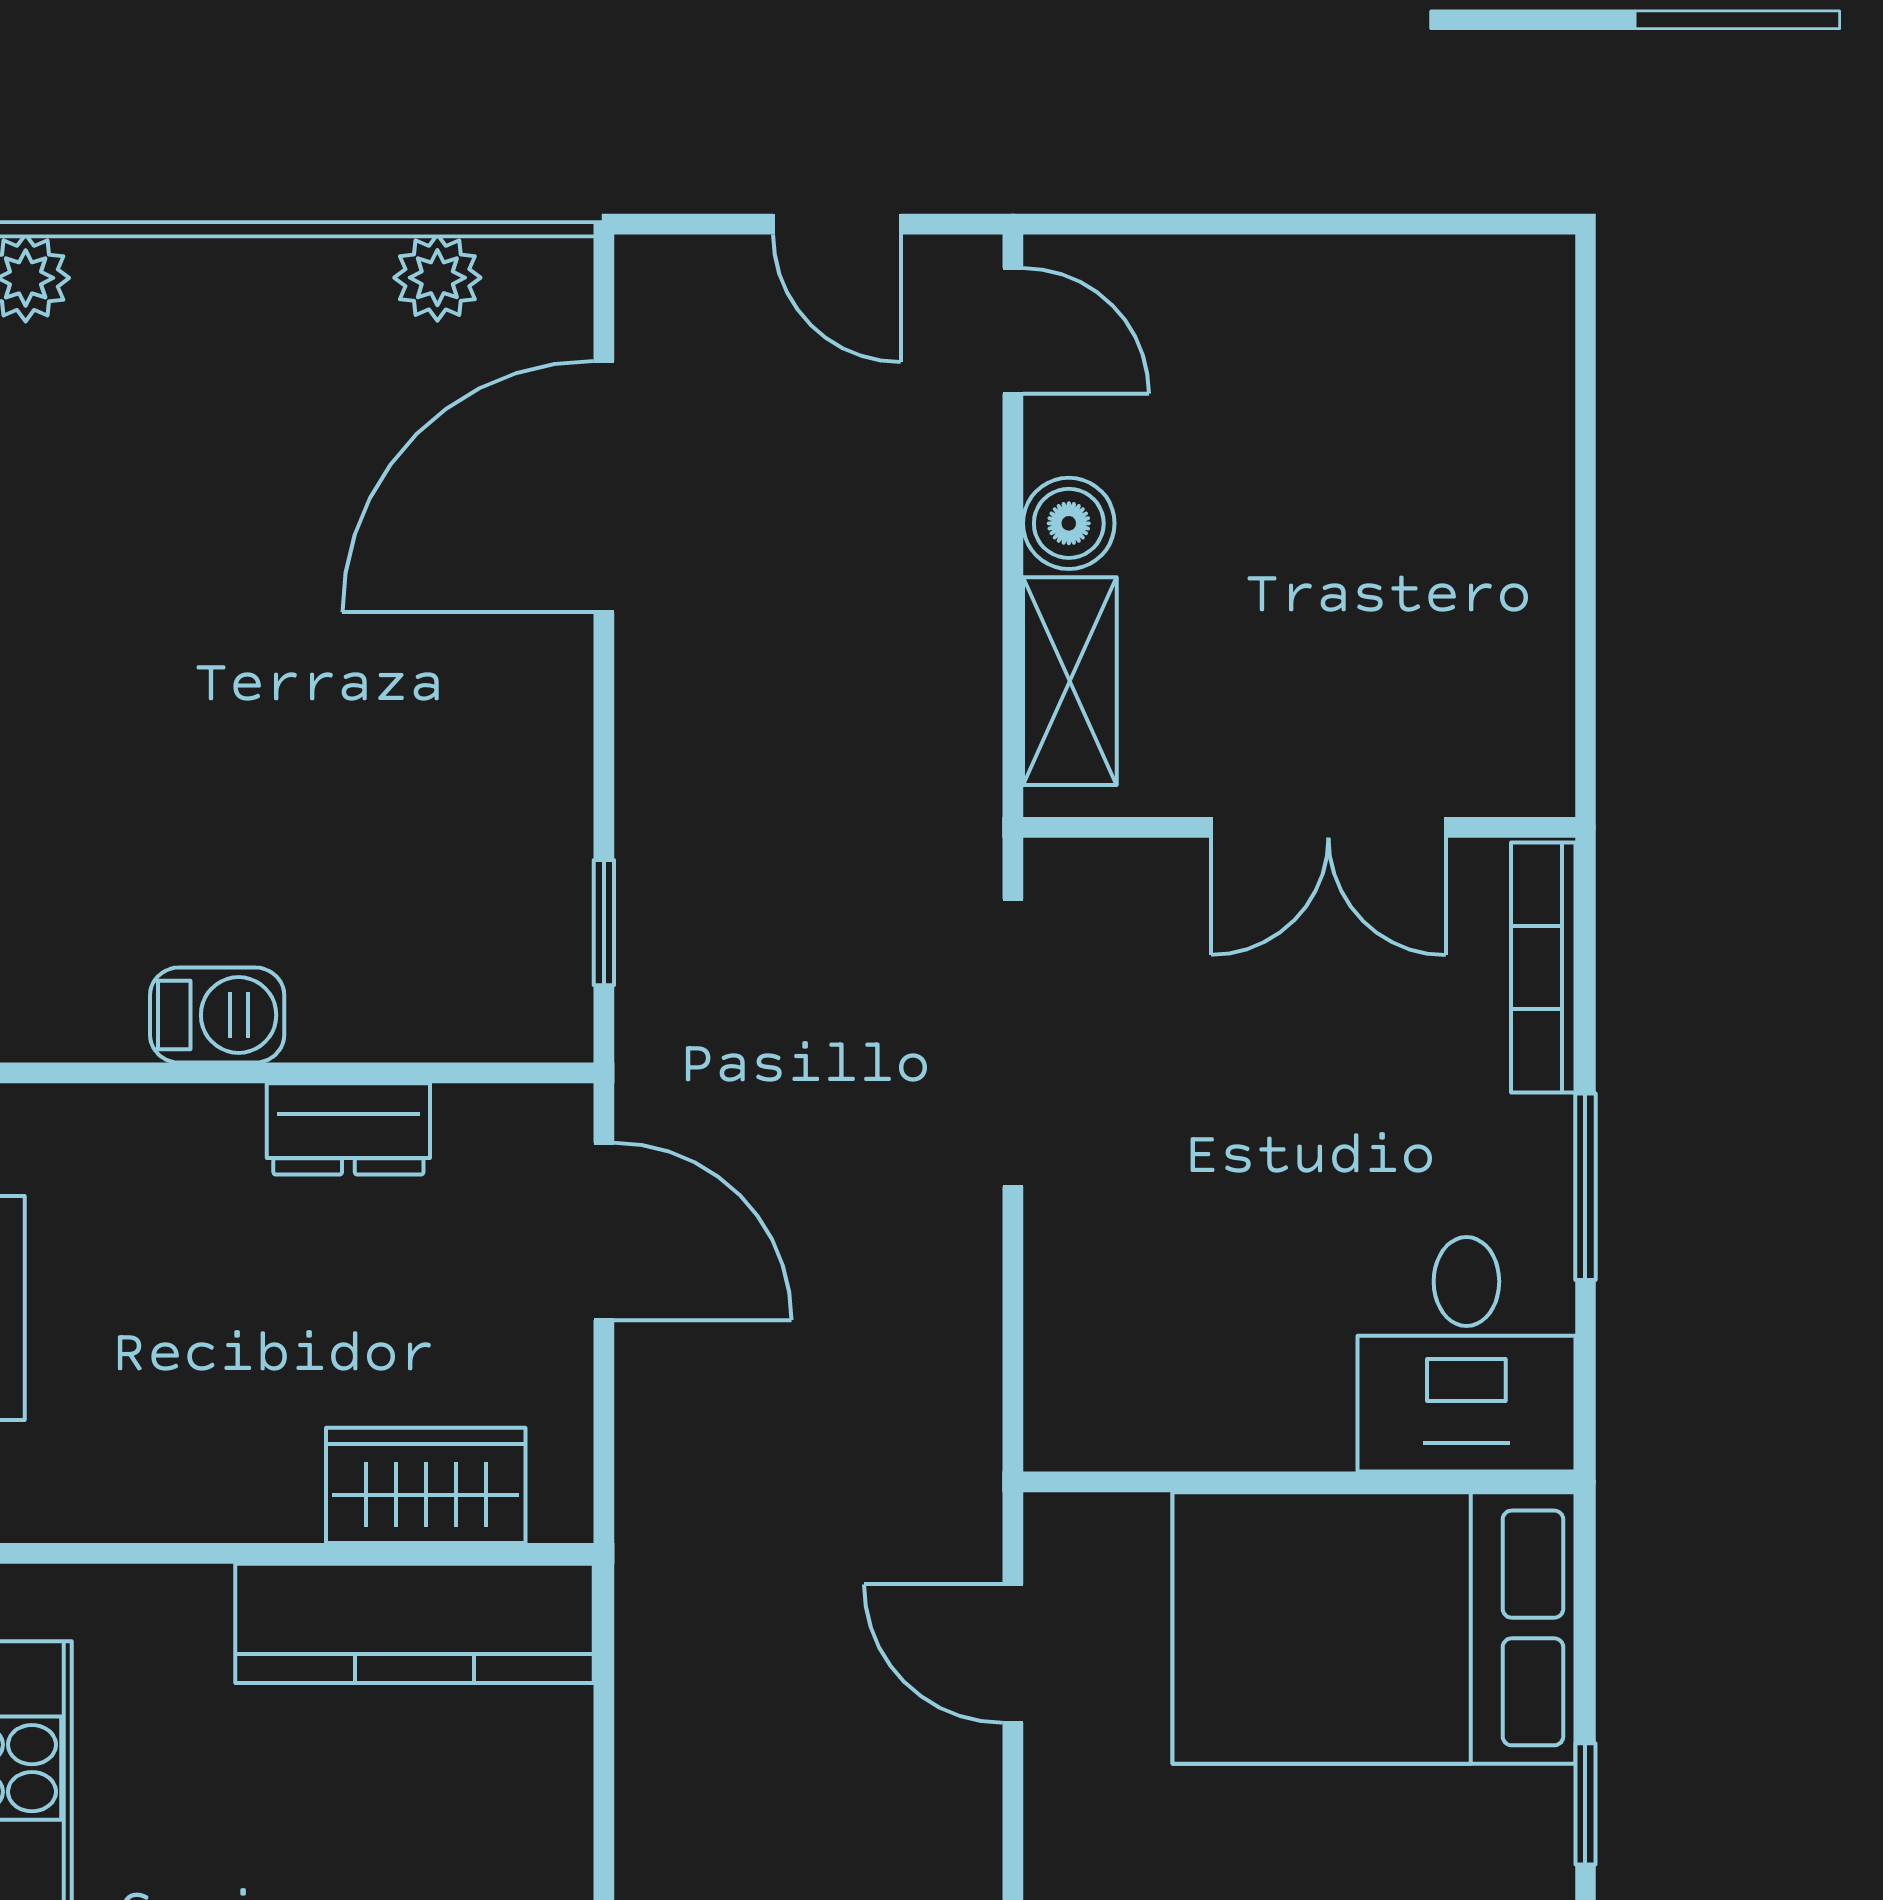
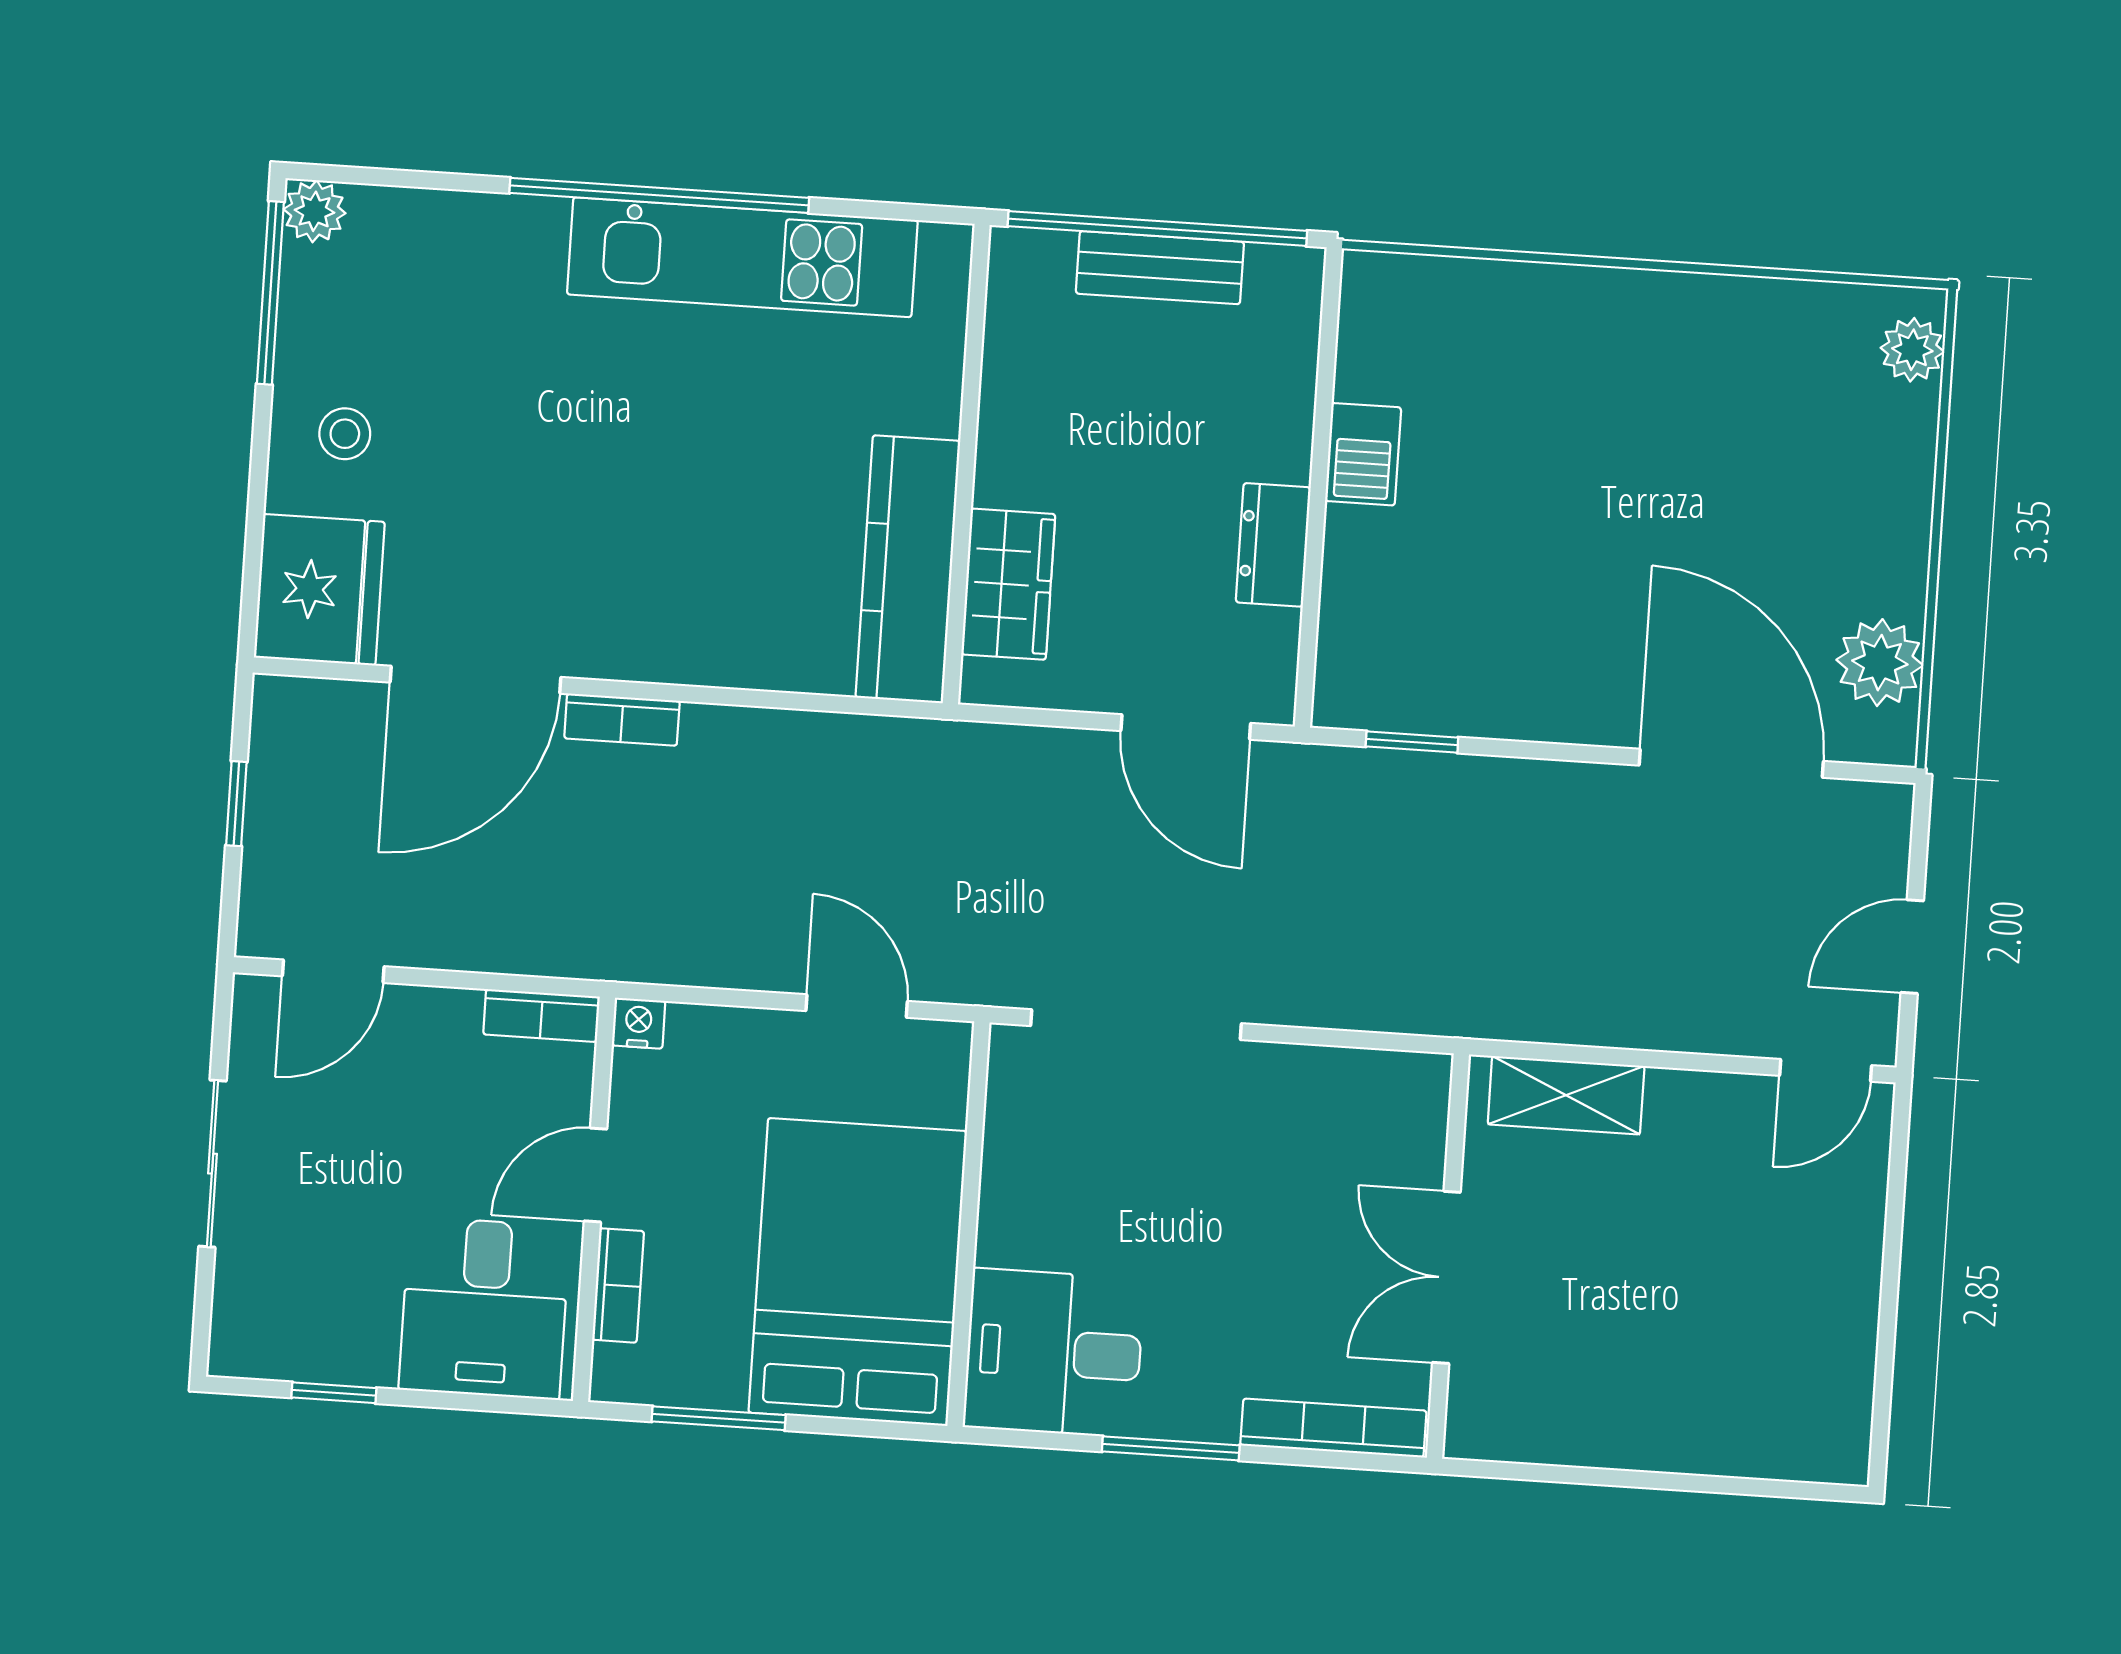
plant: (437, 278) -> (1880, 663), width x1.38, depth x1.38
boiler: (1069, 523) -> (1682, 1102), removed
doorway: (1013, 1043) -> (1136, 1025), moved
door: (604, 1231) -> (1186, 727), hinge flipped
door: (1013, 1654) -> (857, 1006), hinge flipped
window: (1585, 1804) -> (719, 1418), width x1.50

